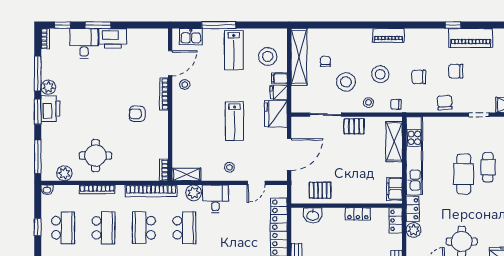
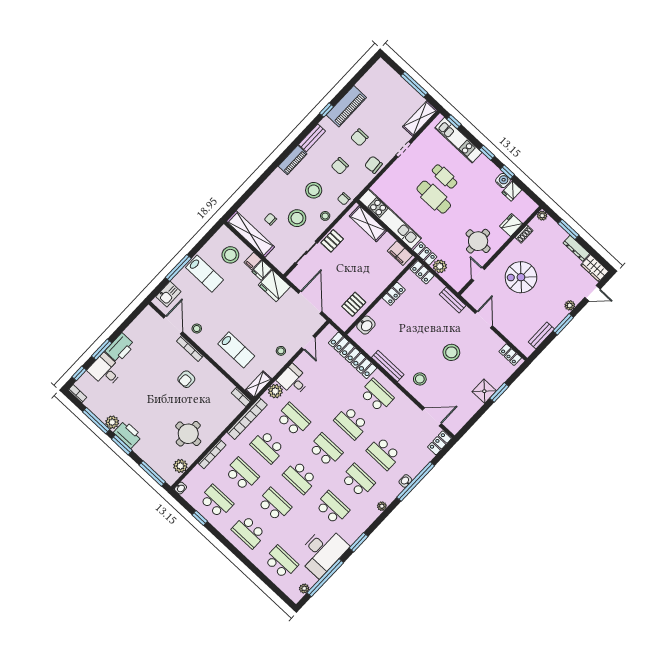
bench: (420, 34) -> (312, 138), added
lab bench: (234, 121) -> (236, 350), moved

